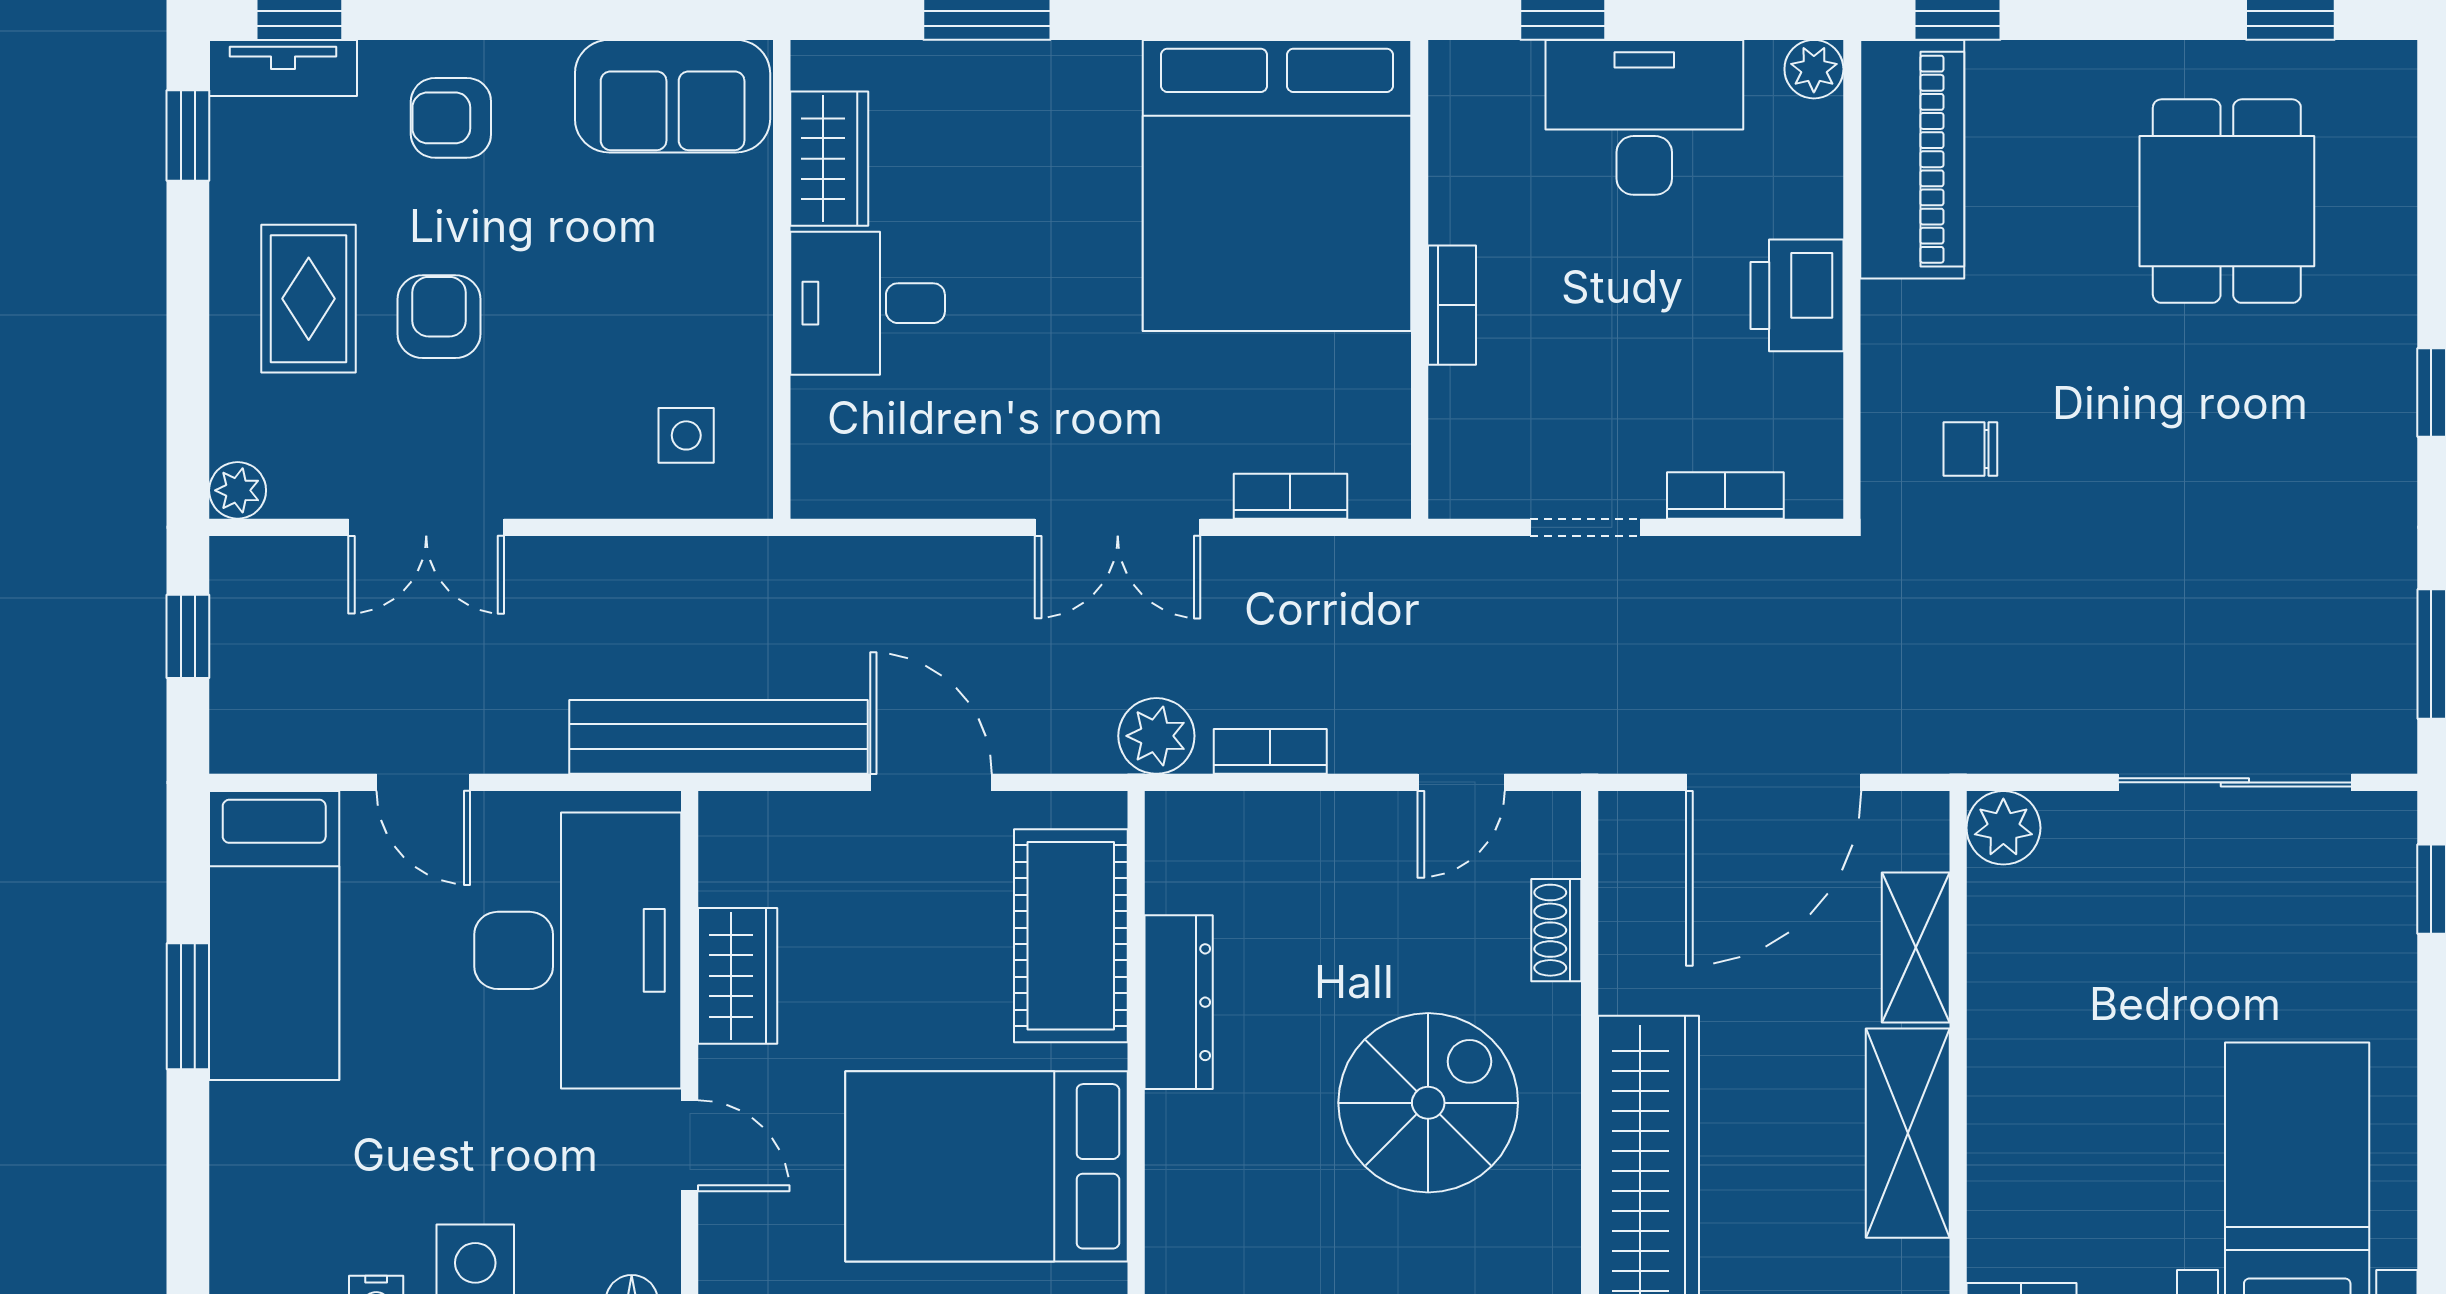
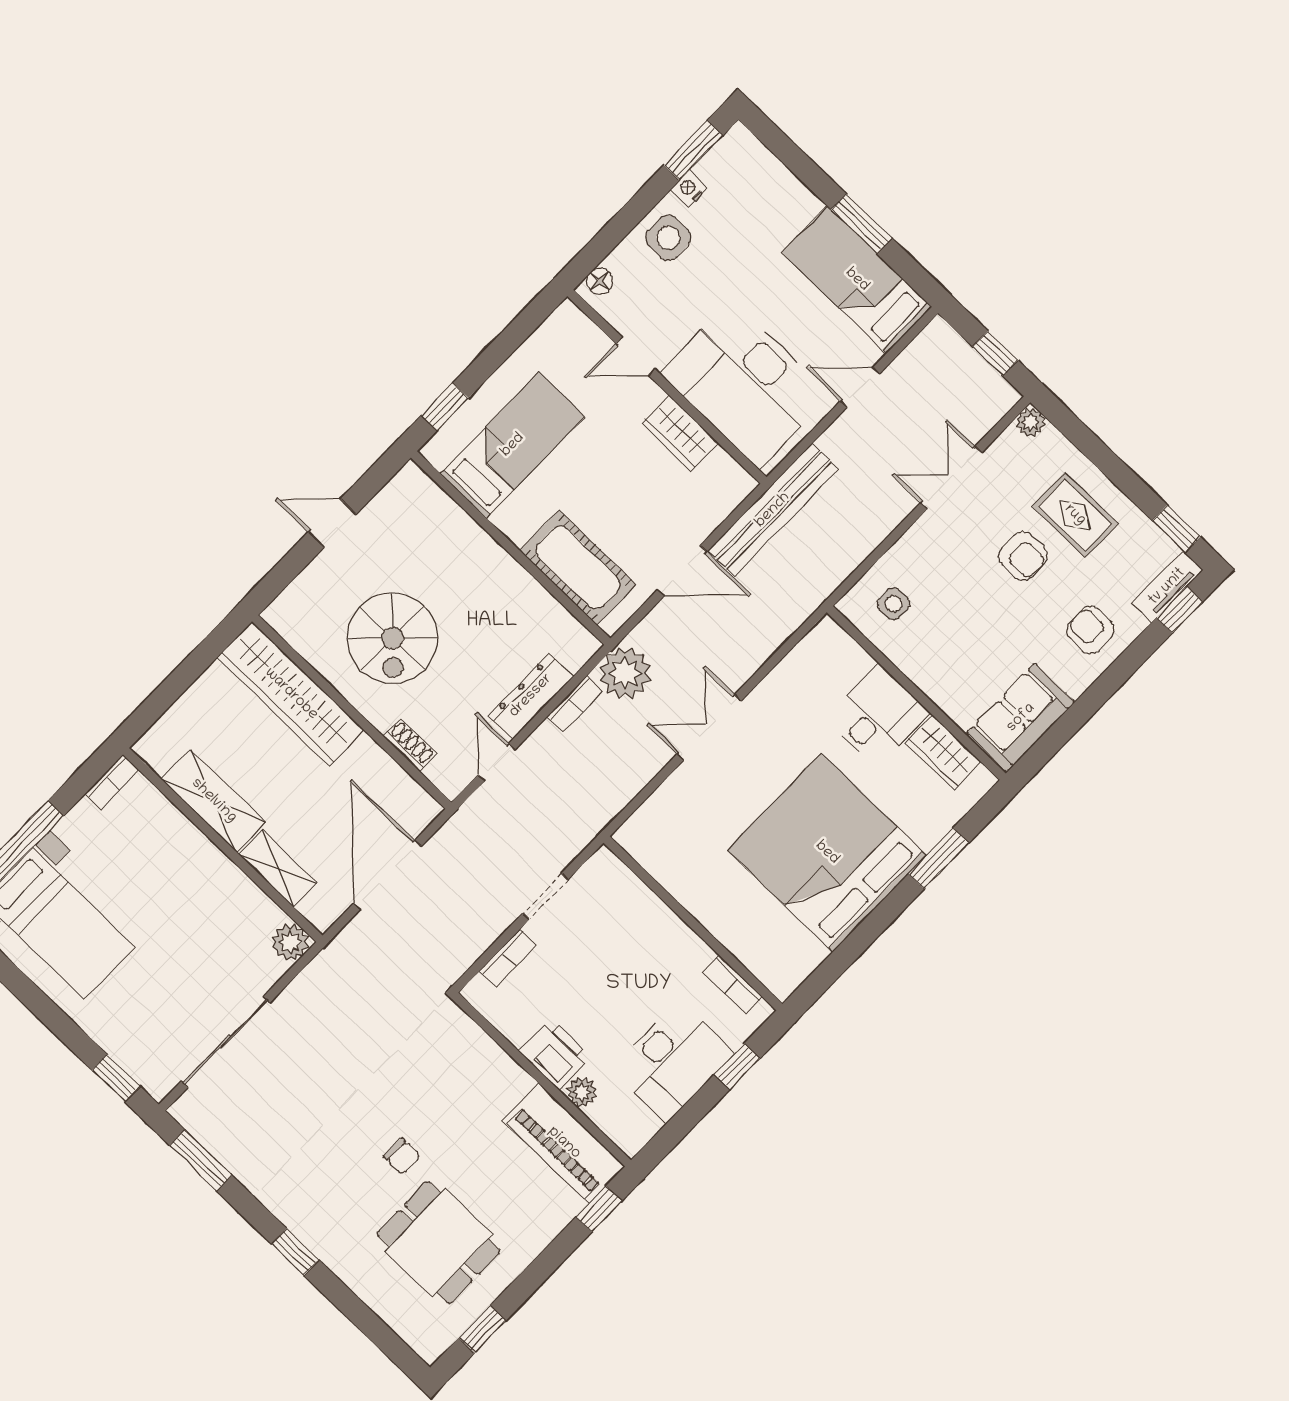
plant: (1814, 69) -> (582, 1092), moved
armchair: (451, 118) -> (1090, 630), turned -90
bed: (1277, 185) -> (827, 853), moved
bookcase: (1452, 305) -> (732, 984), moved
chair: (1970, 449) -> (402, 1156), moved, turned 90
bookcase: (1290, 496) -> (660, 801), removed
plant: (1156, 736) -> (625, 673), width x1.36, depth x1.36
dresser: (1179, 1002) -> (531, 696), moved, turned 90
bed: (986, 1166) -> (513, 445), width x0.67

